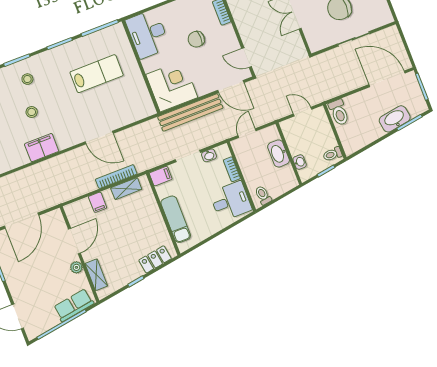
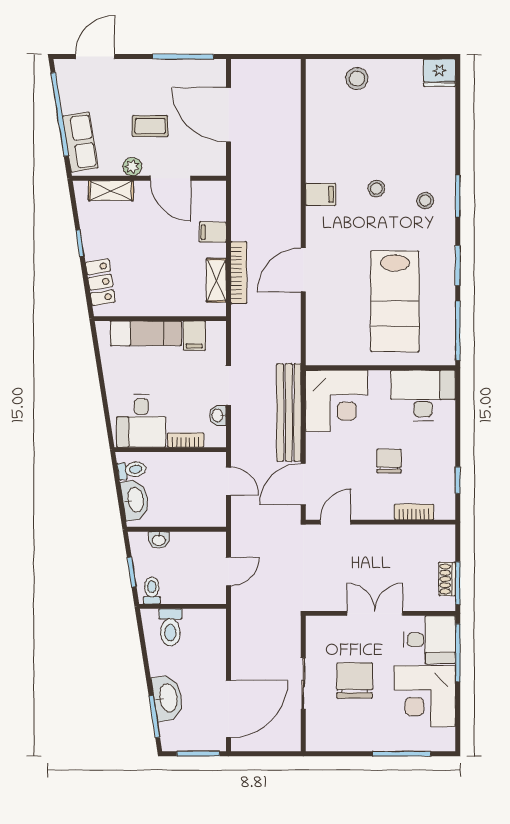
lab bench: (97, 74) -> (395, 301), width x1.36, depth x1.39
toilet: (339, 112) -> (170, 627), moved, turned -90
filing cabinet: (42, 148) -> (321, 194), width x0.50
washbasin: (279, 153) -> (135, 500), moved, turned 81
filing cabinet: (161, 176) -> (194, 336), moved
coffee table: (47, 266) -> (150, 126), added

